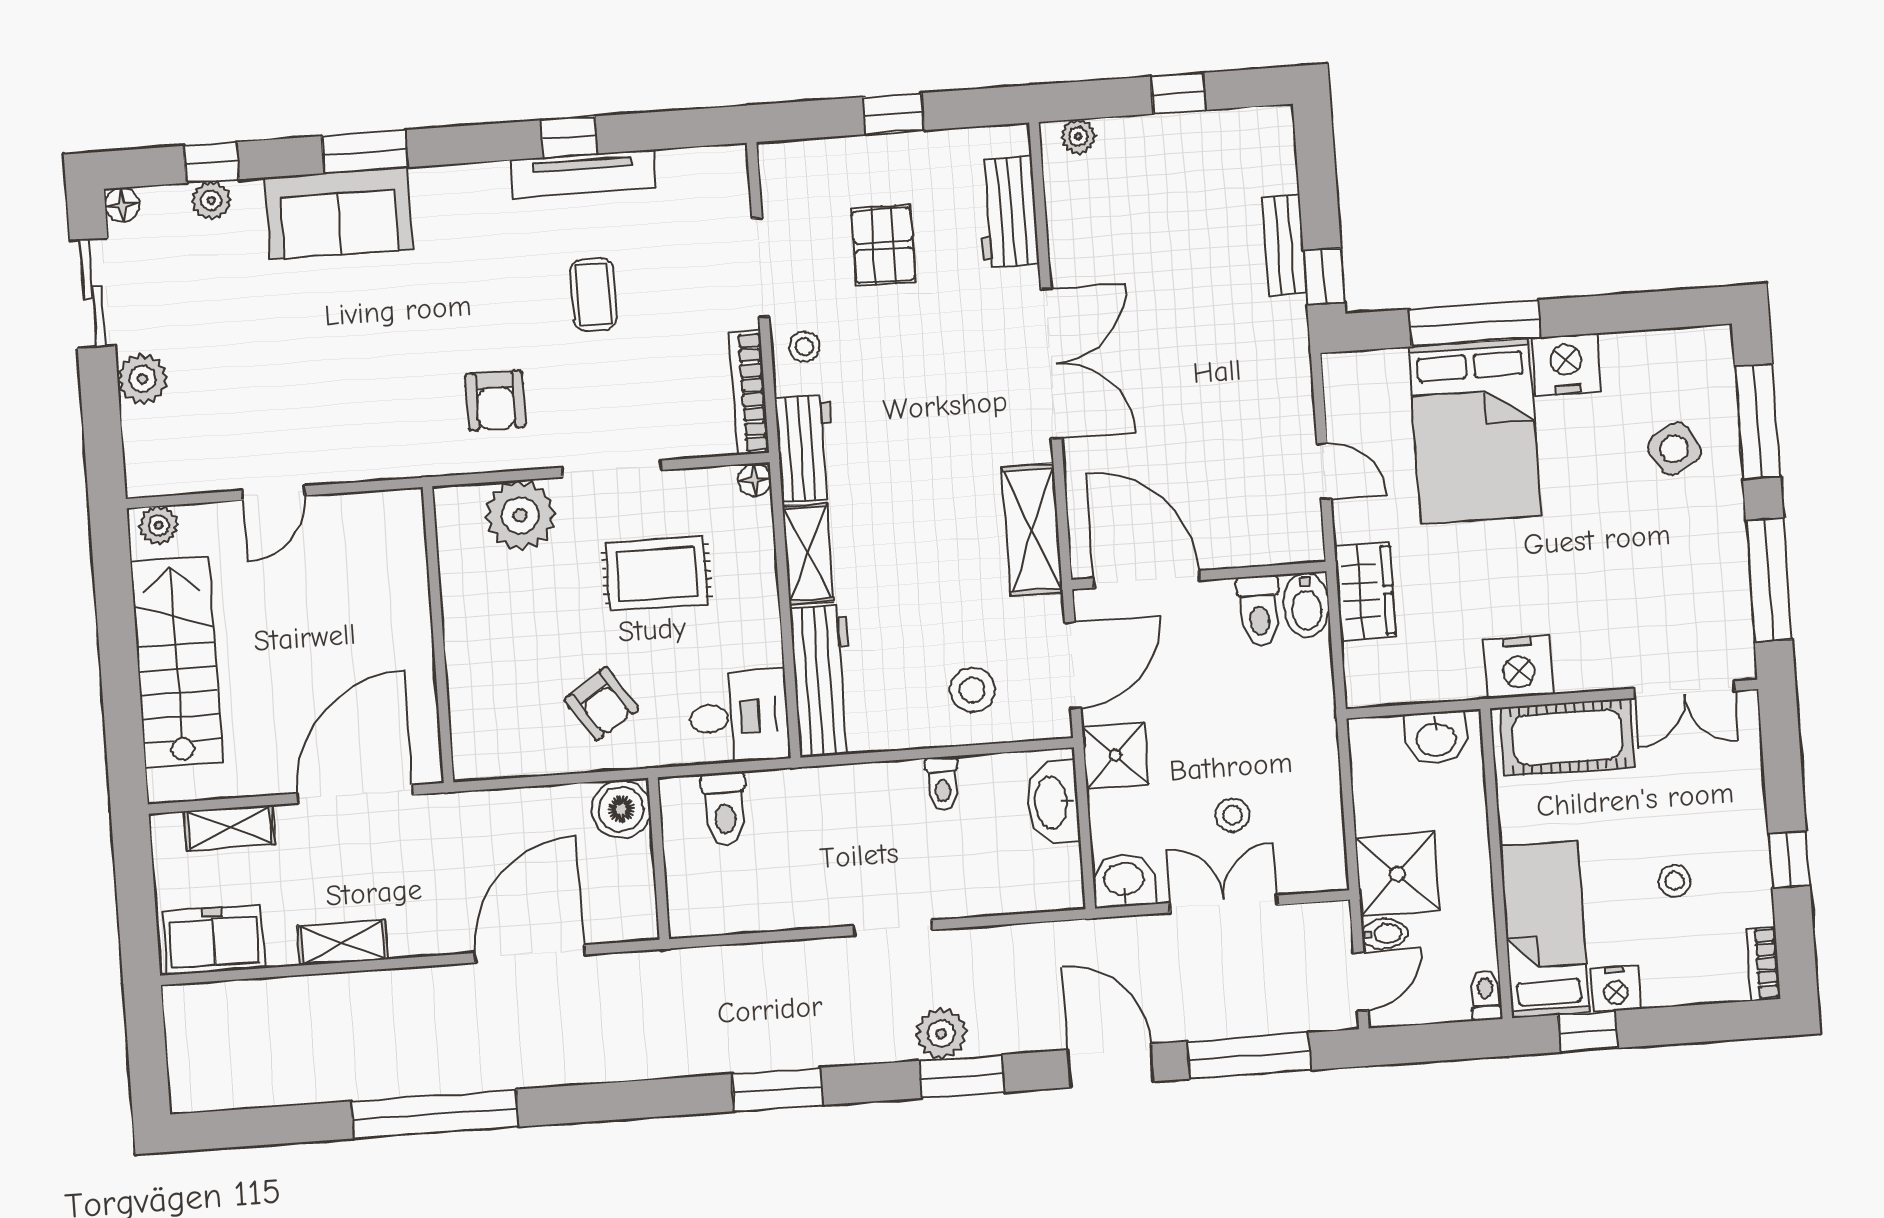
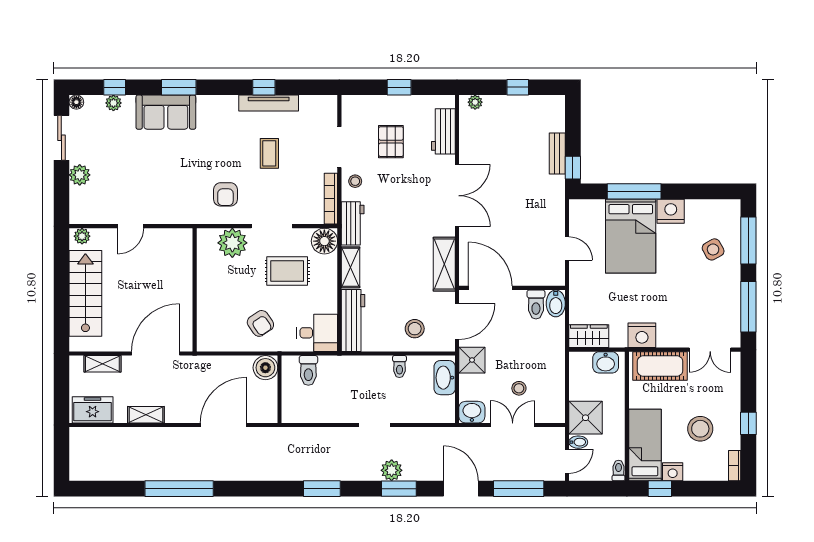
floor lamp: (754, 480) -> (324, 241), width x1.89, depth x1.89
wardrobe: (1365, 591) -> (589, 336), moved, turned -90
stool: (1675, 881) -> (700, 429), width x1.89, depth x1.89

